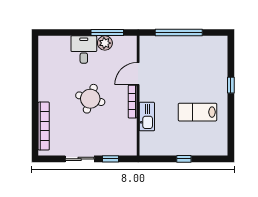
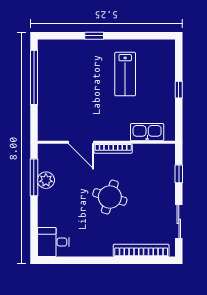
window: (179, 33) -> (34, 77), moved
desk: (84, 49) -> (53, 242), moved
kitchen sink: (147, 117) -> (147, 132), moved
sliding door: (80, 159) -> (179, 221), moved

